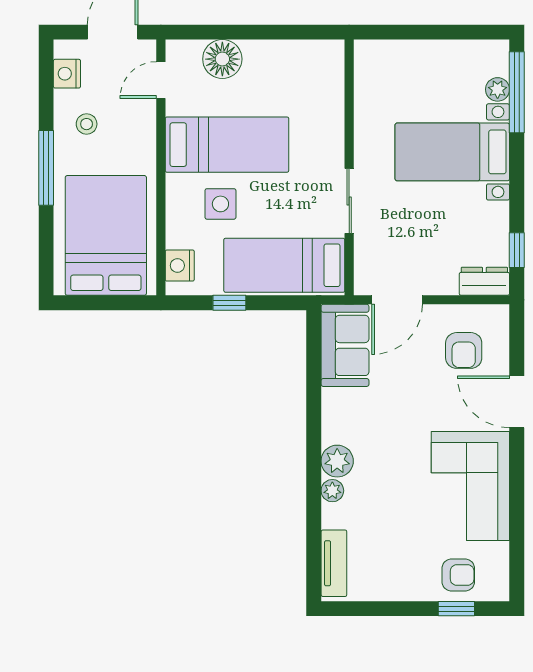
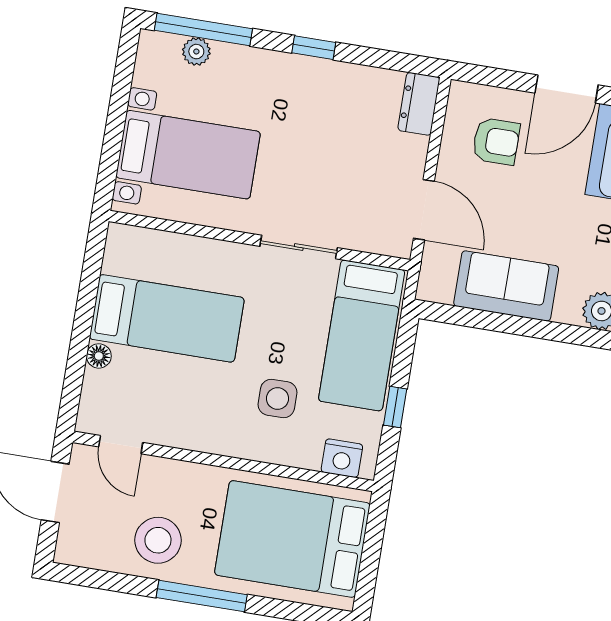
floor lamp: (222, 59) -> (99, 356), width x0.53, depth x0.53
nightstand: (67, 74) -> (95, 554), removed
stool: (87, 124) -> (158, 540), width x1.89, depth x1.89
bed: (227, 145) -> (167, 318), moved, turned 90
bed with nightstands: (452, 152) -> (188, 155), moved, turned -90
window: (517, 250) -> (314, 48), moved
sofa: (345, 345) -> (506, 286), moved

